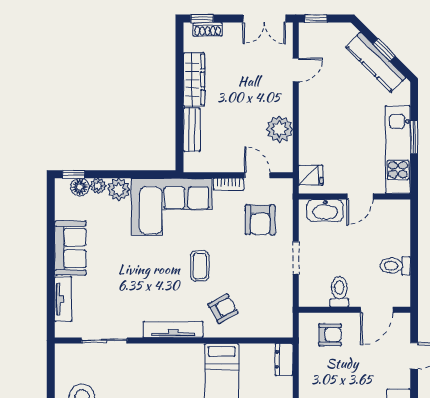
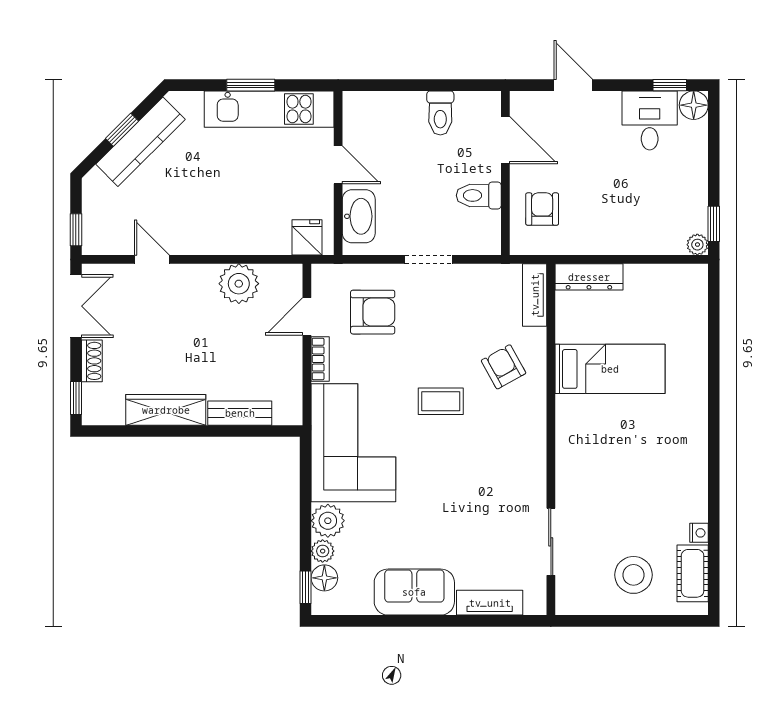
shoe rack: (208, 29) -> (92, 361), moved
tv unit: (173, 330) -> (535, 295), moved, width x0.71
dresser: (284, 359) -> (589, 277), width x1.44

